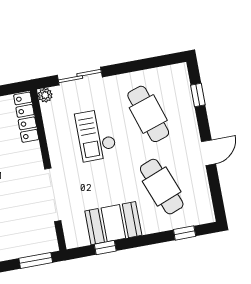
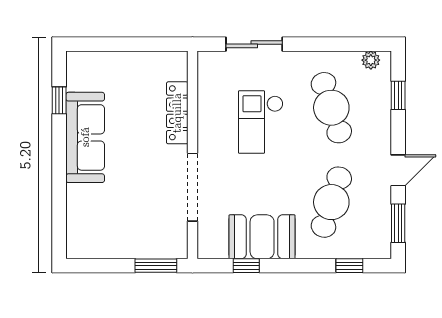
plant: (45, 95) -> (371, 60), moved
locker: (26, 117) -> (177, 113), moved
cafe table: (162, 187) -> (331, 202), turned 39
window: (216, 193) -> (398, 223), added

